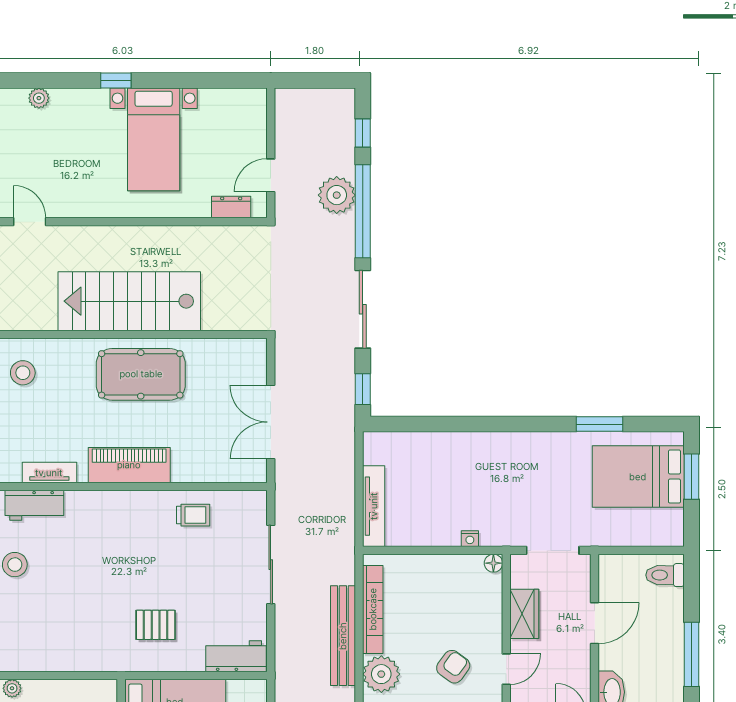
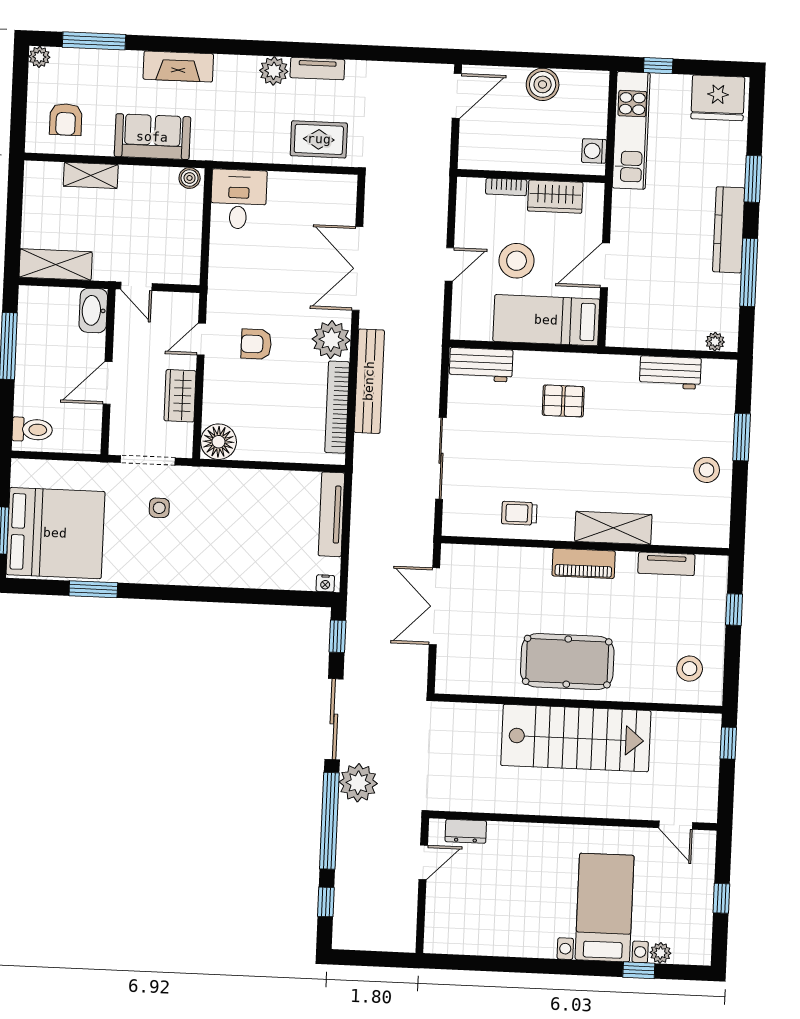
window: (116, 81) -> (639, 970), moved
bed with nightstands: (154, 139) -> (605, 908), moved
plant: (337, 195) -> (358, 783), moved
double door: (271, 422) -> (434, 606), swing flipped
piano: (129, 465) -> (584, 563), width x0.73, depth x0.75
bed: (638, 477) -> (55, 533), width x1.36
workbench: (34, 505) -> (670, 373), moved, turned 180
shelving: (102, 505) -> (613, 528), added
side table: (540, 505) -> (159, 508), added
nightstand: (470, 539) -> (325, 583), moved, turned 180
floor lamp: (493, 563) -> (218, 442), width x1.89, depth x1.89
armchair: (453, 667) -> (256, 344), turned 54

